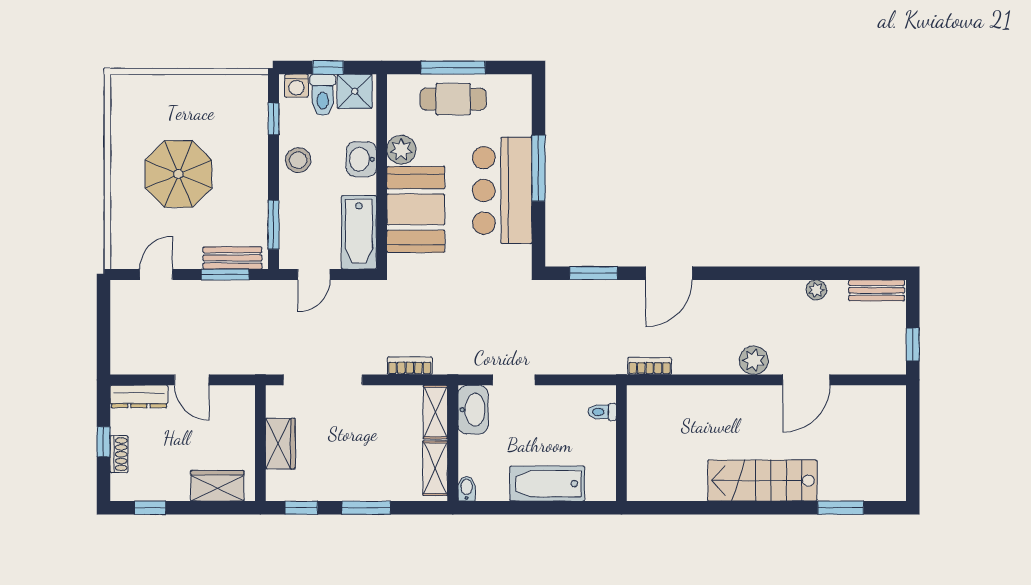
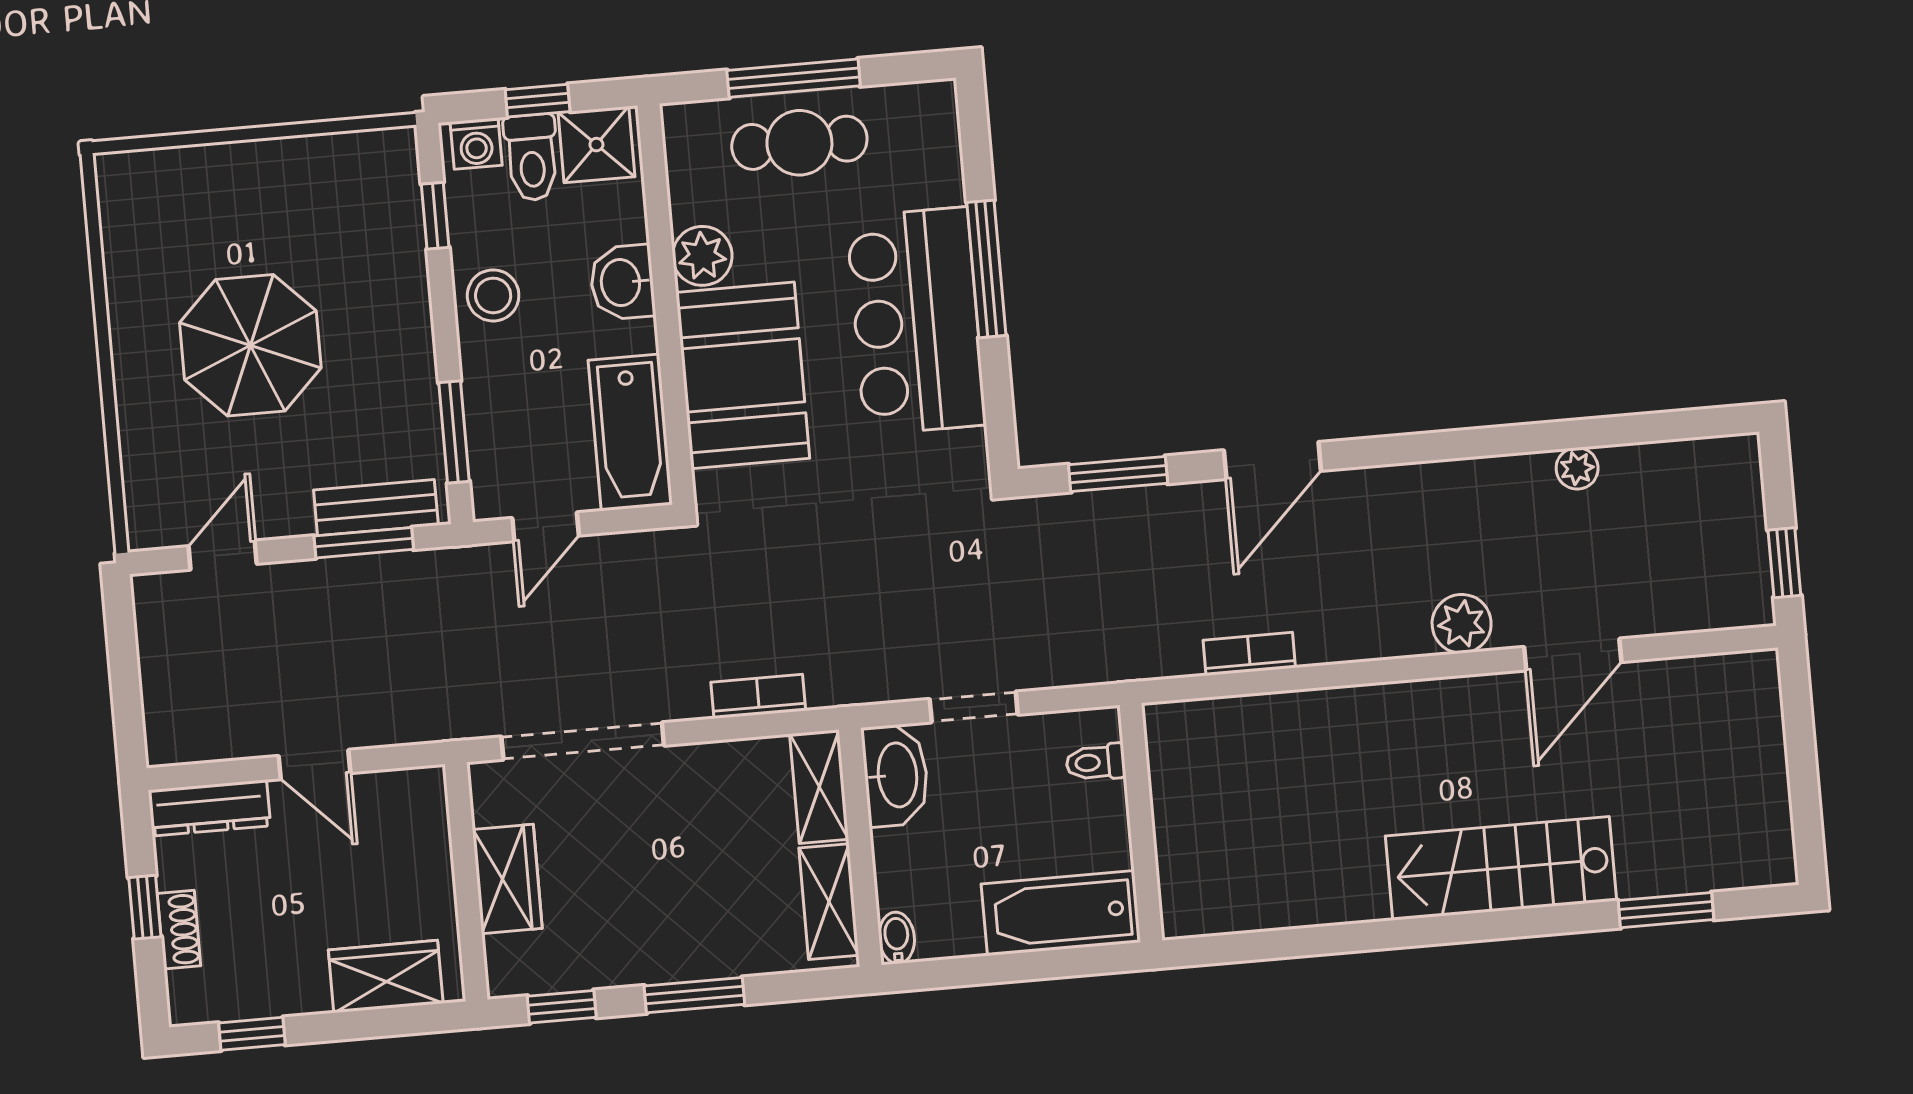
bench: (877, 290) -> (1701, 459), removed
toilet: (602, 412) -> (1096, 762), moved
wall: (621, 443) -> (1141, 823), moved

